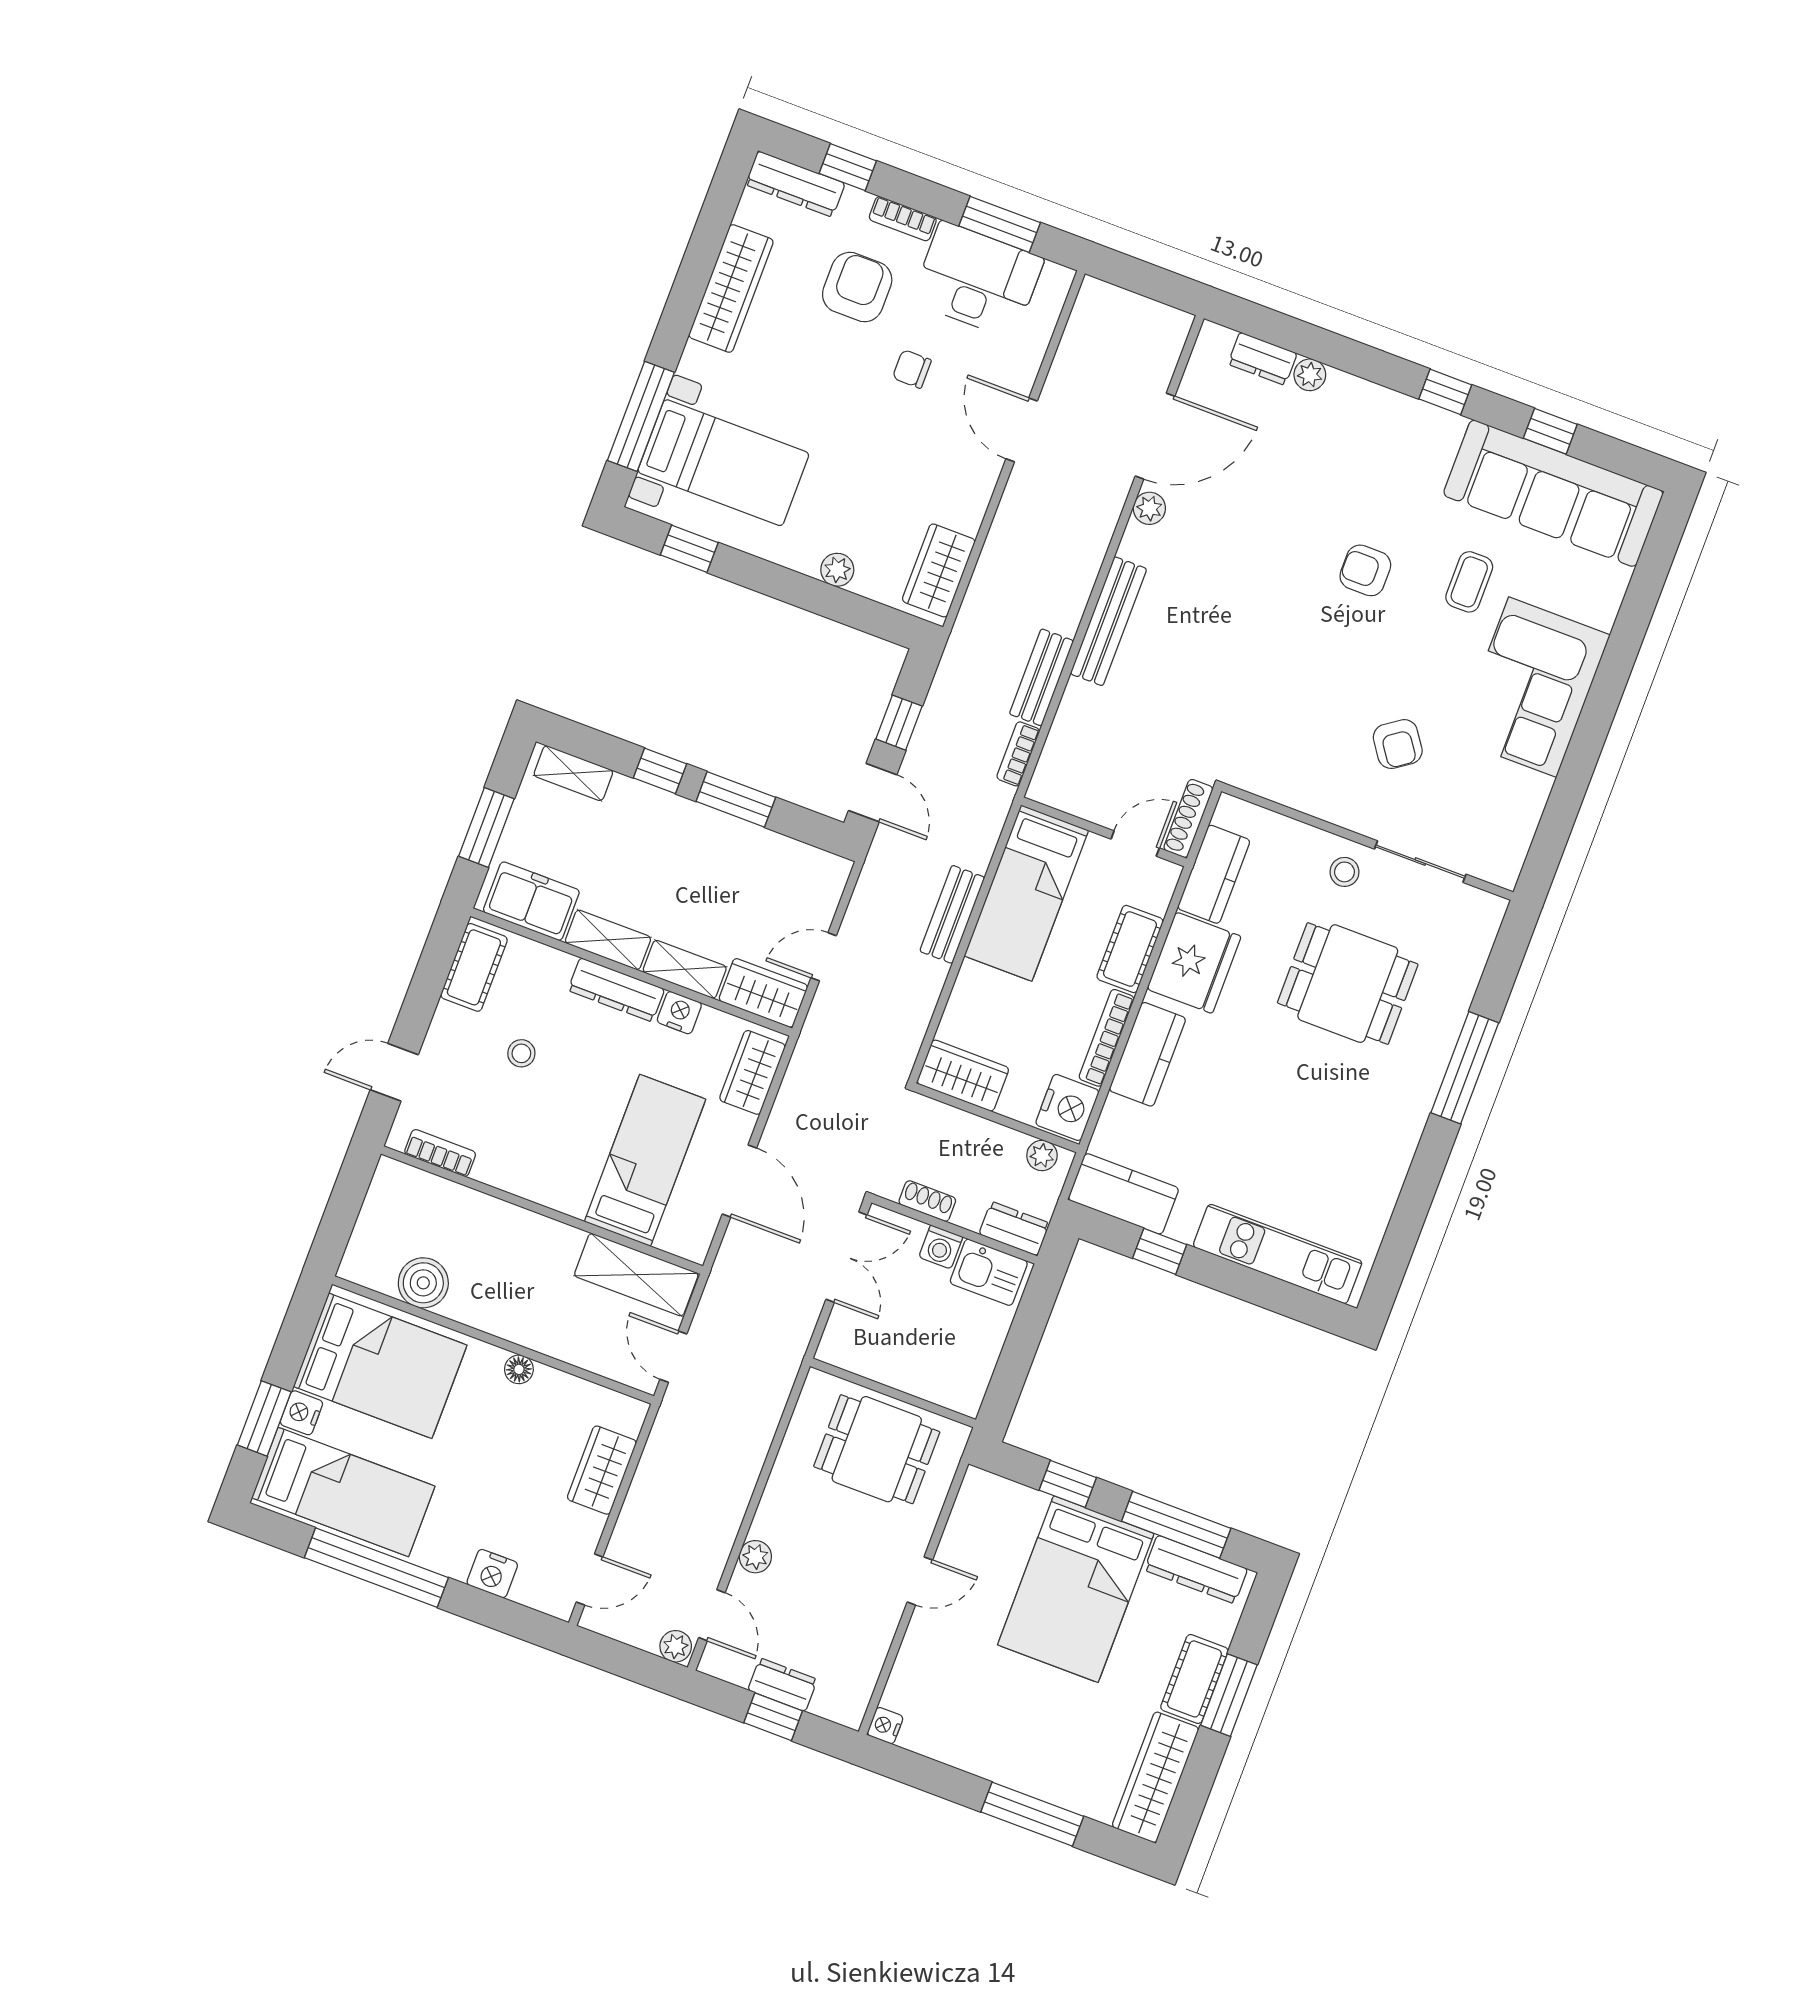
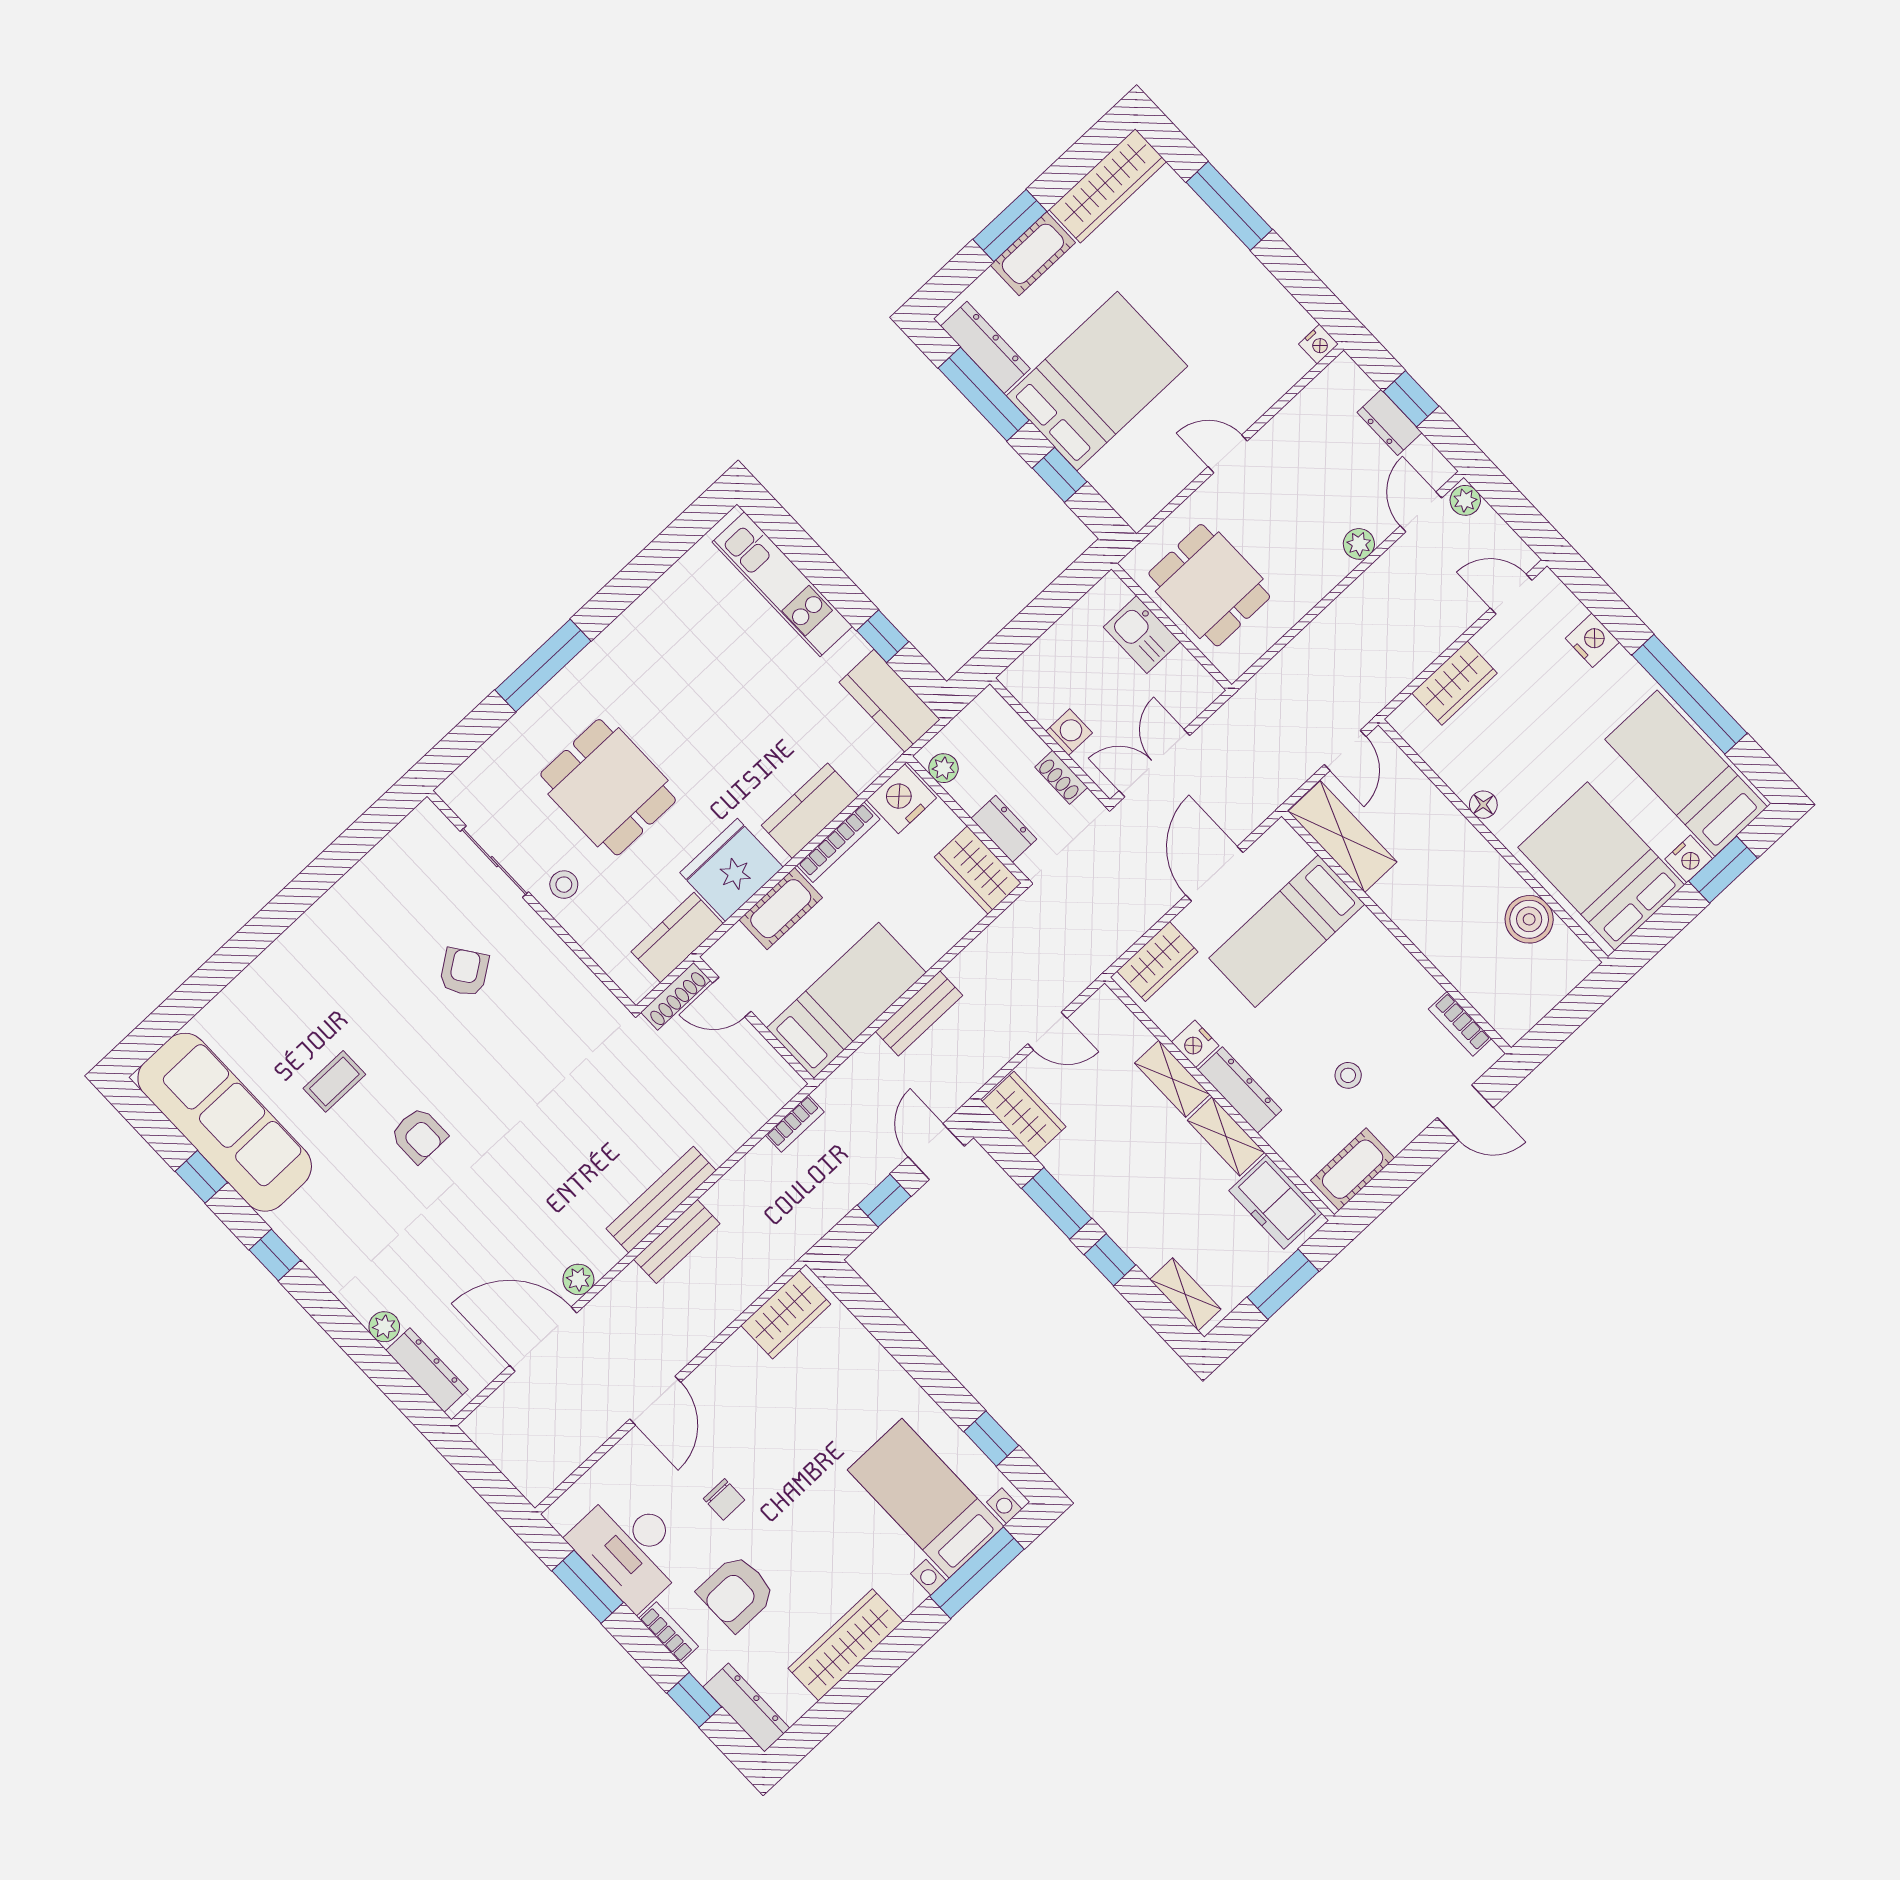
dresser: (1262, 359) -> (427, 1370), width x1.44
plant: (837, 570) -> (873, 1358), removed
bench: (1041, 677) -> (677, 1241), moved
corner sofa: (1533, 687) -> (324, 964), removed
wardrobe: (763, 993) -> (1024, 1114), moved, turned 180
dresser: (1014, 1229) -> (1004, 829), moved, turned 180
kitchen sink: (989, 1272) -> (1142, 634), moved, turned 180

